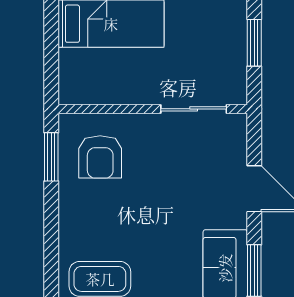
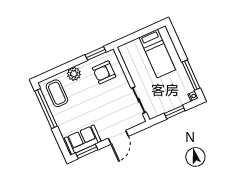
plant: (74, 224) -> (74, 74), added

